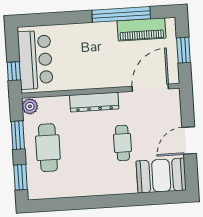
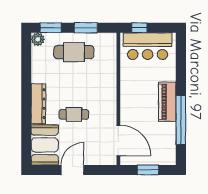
piano: (141, 29) -> (167, 102), moved
dresser: (94, 102) -> (38, 104), moved, turned 180
plant: (30, 106) -> (38, 39), moved
door: (189, 140) -> (72, 170), hinge flipped

